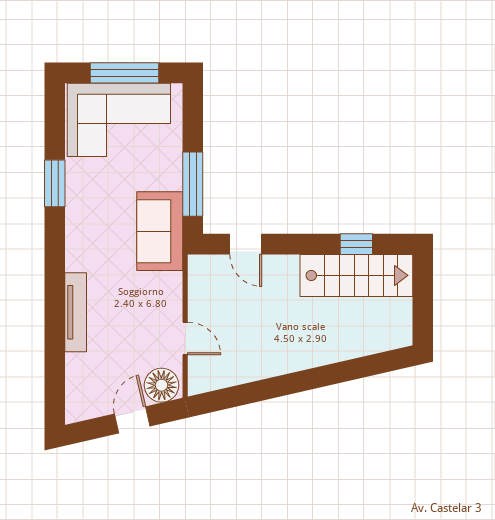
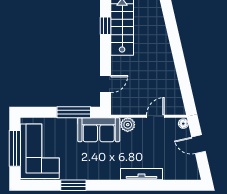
plant: (169, 286) -> (128, 125), added
floor lamp: (162, 385) -> (183, 124), width x0.53, depth x0.53

